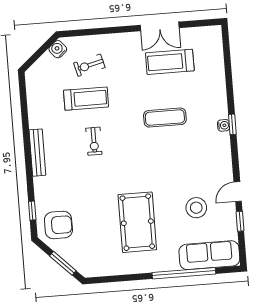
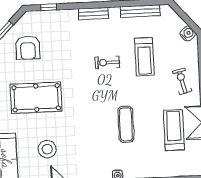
exercise bike: (89, 65) -> (182, 81), moved
bench: (34, 105) -> (140, 11), added
bench: (37, 153) -> (93, 14), width x0.73
armchair: (58, 225) -> (28, 48), moved

